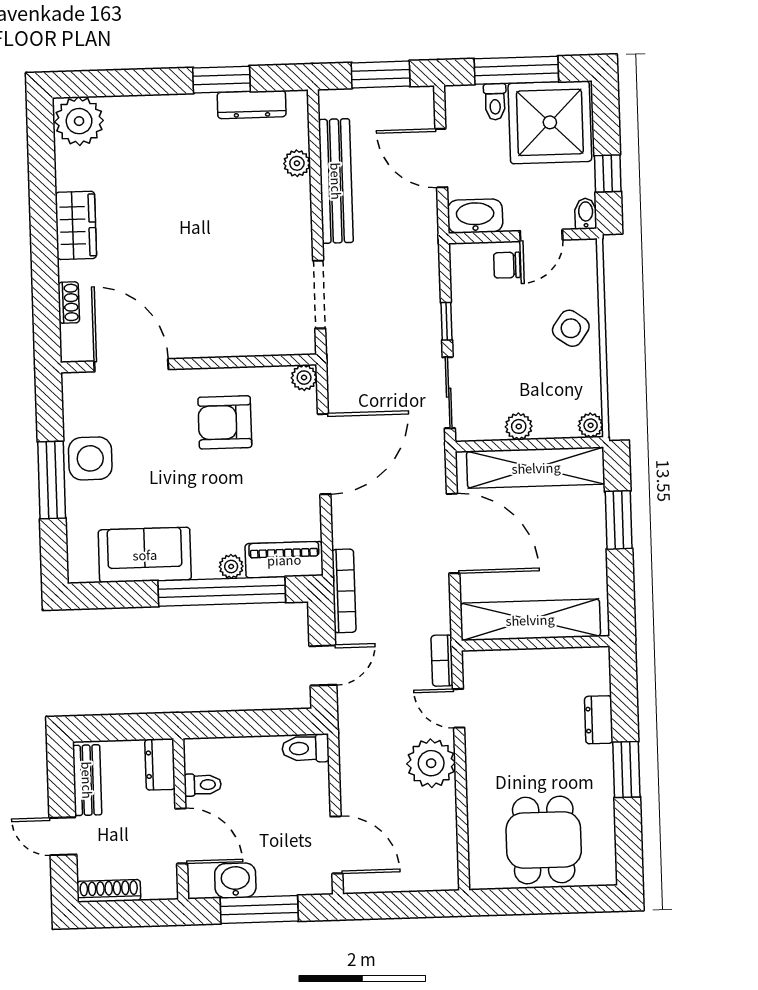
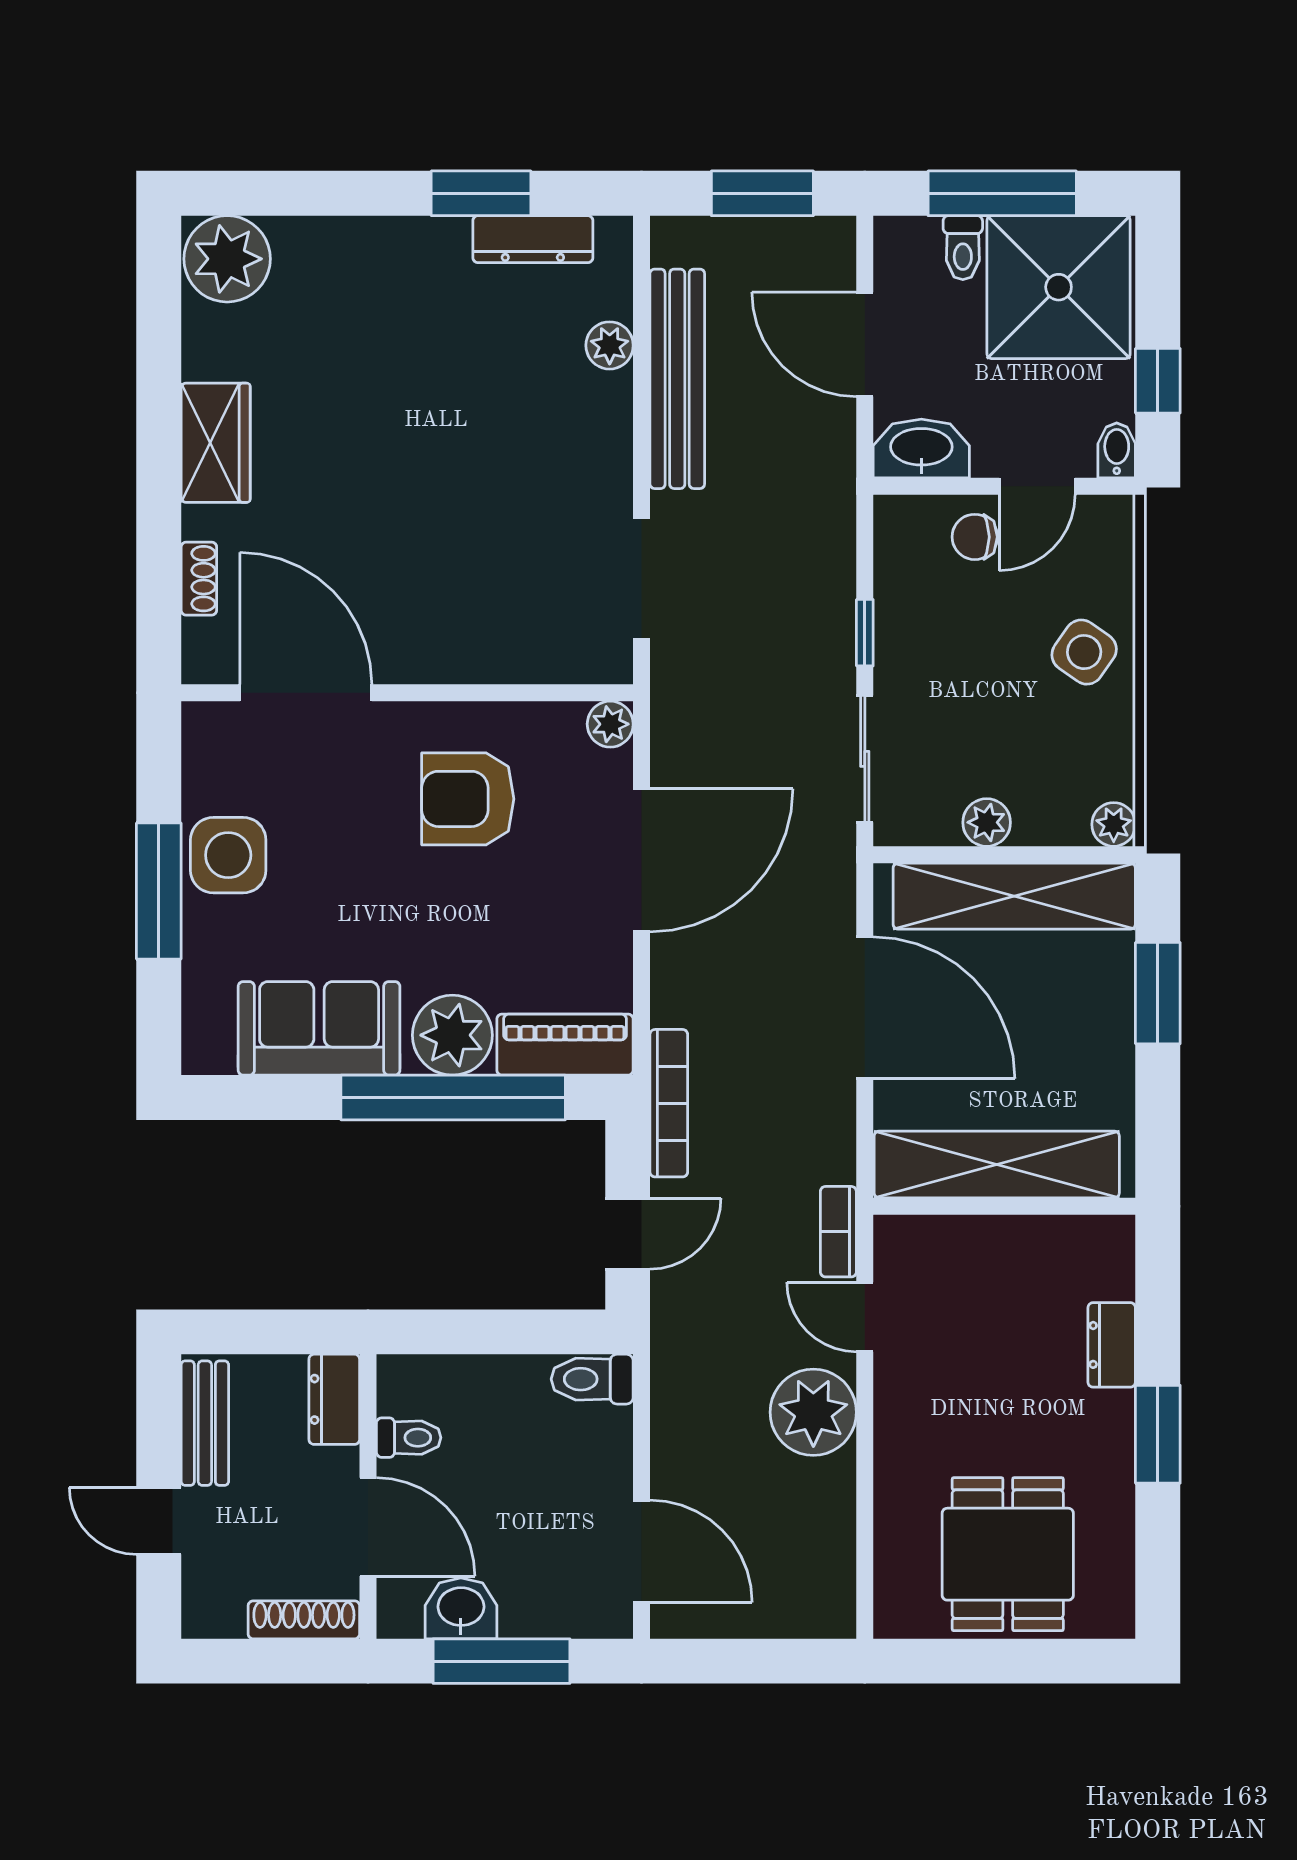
plant: (231, 566) -> (452, 1035), width x1.88, depth x1.88
shoe rack: (109, 891) -> (304, 1620), moved

